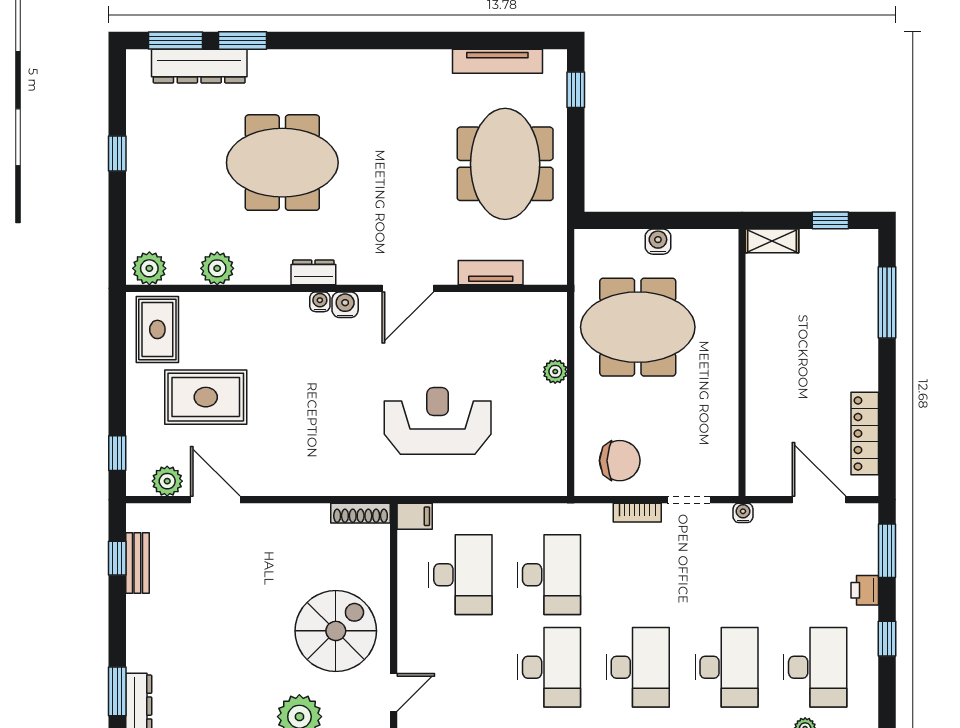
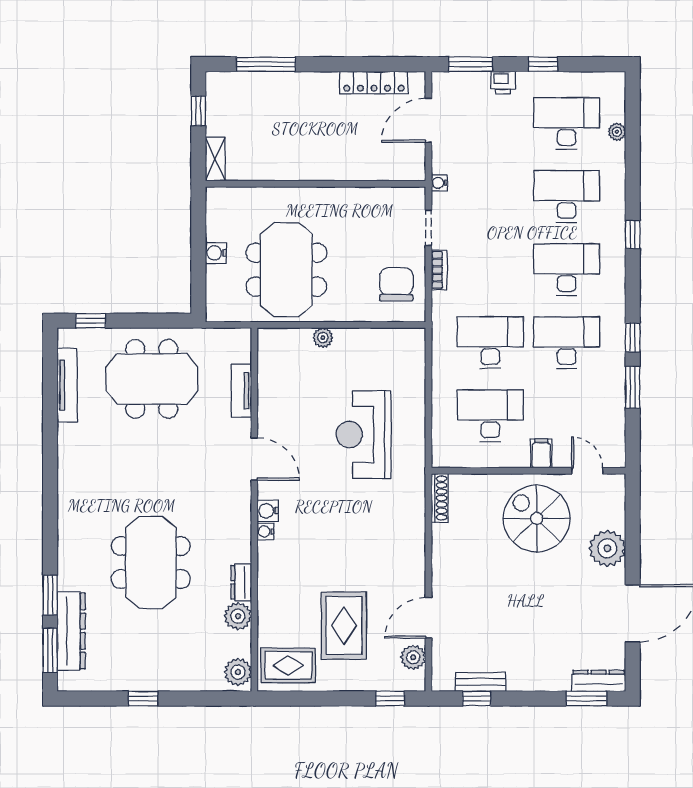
dresser: (313, 272) -> (241, 582), moved
filing cabinet: (415, 516) -> (541, 453), moved

